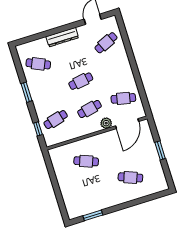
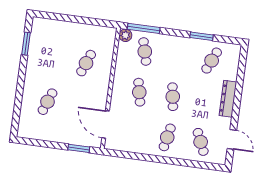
window: (27, 92) -> (201, 36), moved
cafe table: (123, 98) -> (167, 137), moved
plant: (106, 123) -> (125, 35), moved
window: (38, 129) -> (144, 28), width x2.17
window: (160, 150) -> (79, 148), moved

